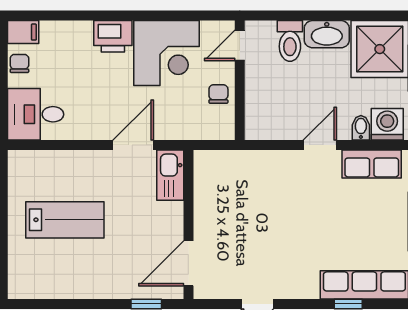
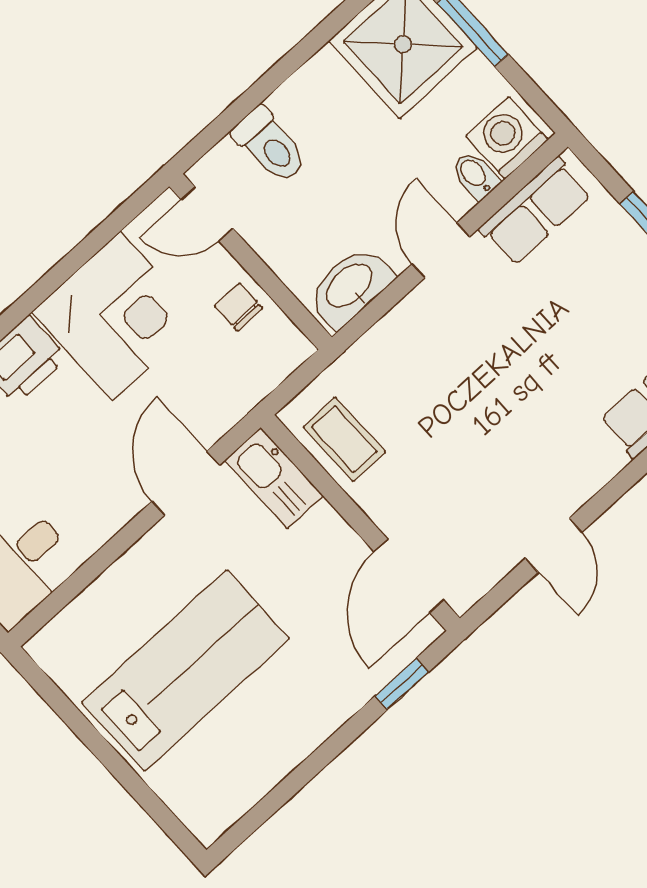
washbasin: (327, 34) -> (350, 287), moved, turned 180
door: (240, 45) -> (207, 214), hinge flipped
coffee table: (212, 185) -> (344, 439), added
lab bench: (65, 220) -> (186, 671), width x1.36, depth x1.39

